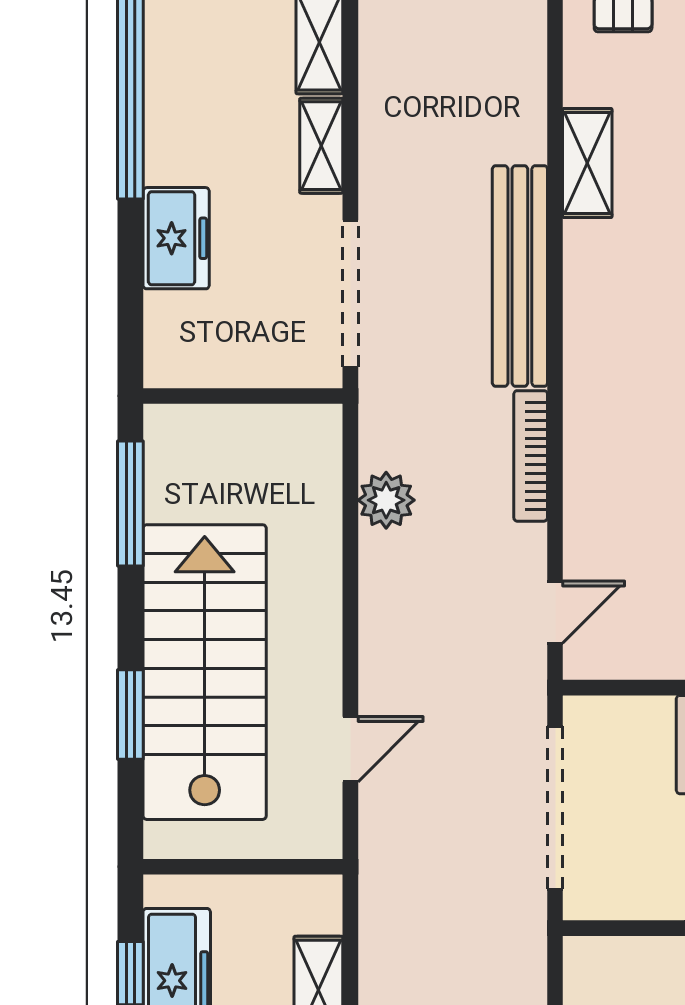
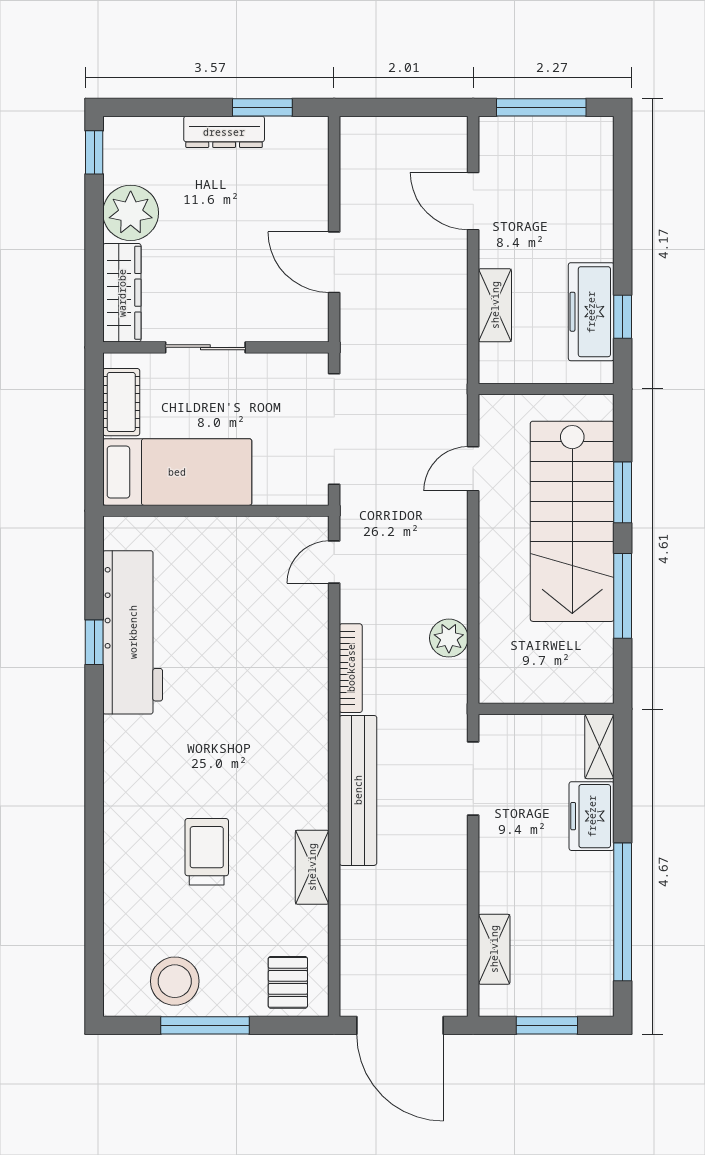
shelving: (321, 146) -> (599, 746), moved
doorway: (350, 294) -> (473, 778), width x0.73
window: (130, 504) -> (623, 596), moved

